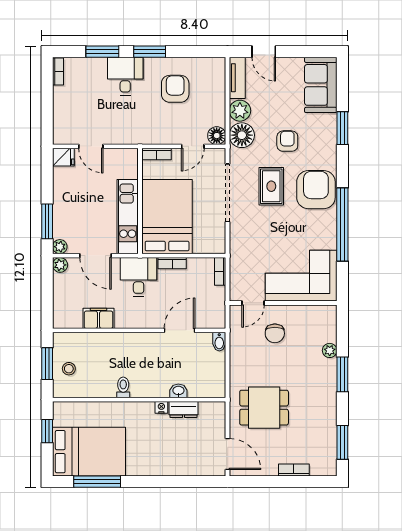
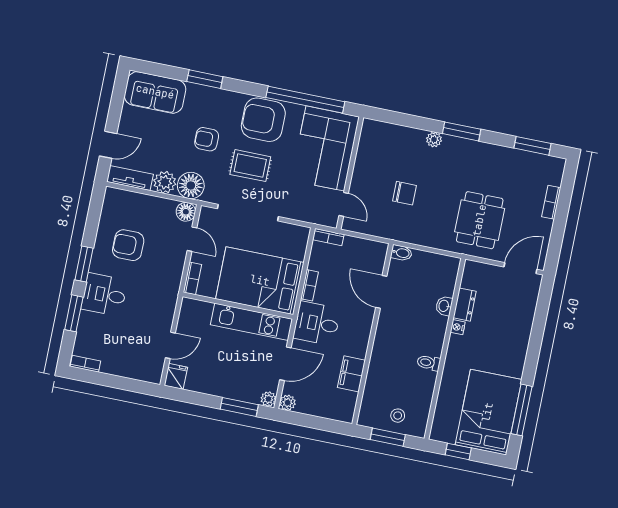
corner sofa: (301, 276) -> (325, 148), moved
door: (253, 303) -> (344, 204), moved
wall: (283, 303) -> (350, 173), moved

